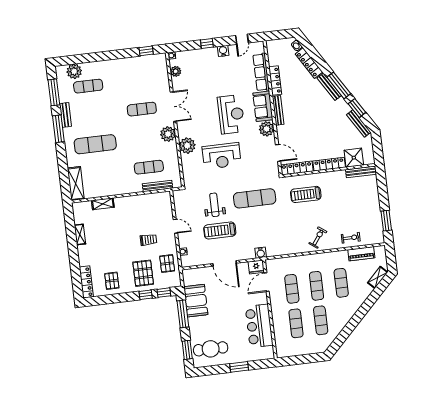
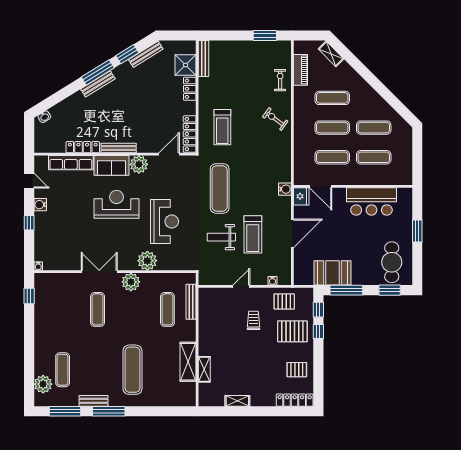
locker: (309, 63) -> (67, 105), removed
plant: (176, 71) -> (58, 264), removed
locker: (329, 164) -> (190, 89), width x0.66
shelving: (76, 184) -> (188, 362), moved, turned 90

